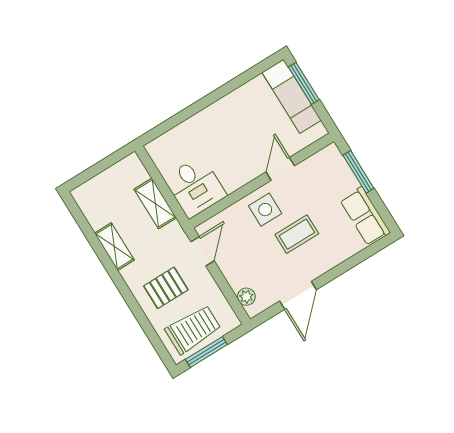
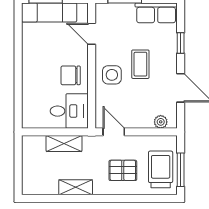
chair: (236, 164) -> (71, 75), added
door: (280, 169) -> (92, 34), moved
window: (348, 264) -> (181, 43), added
pallet: (166, 288) -> (123, 170), turned 90

